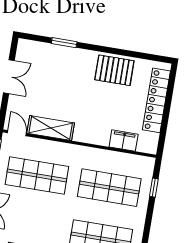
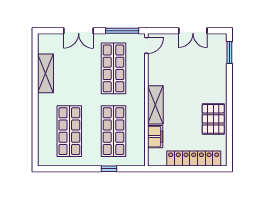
window: (64, 43) -> (229, 53), moved
shelving: (51, 128) -> (155, 105), moved
window: (154, 188) -> (109, 169), moved

